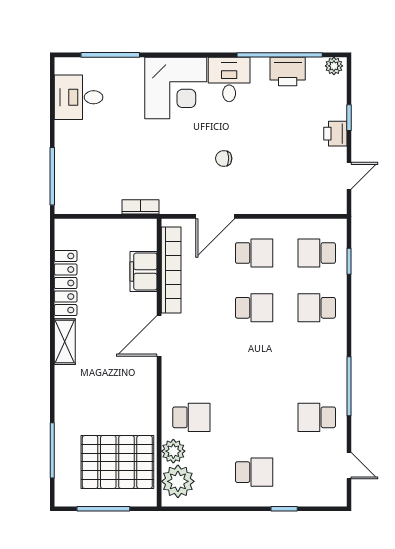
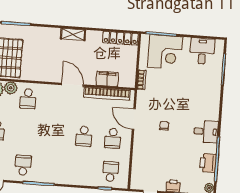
corner desk: (176, 88) -> (165, 52), moved, turned -90
locker: (66, 283) -> (120, 38), moved
school desk: (317, 308) -> (81, 169), removed

